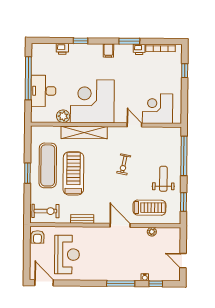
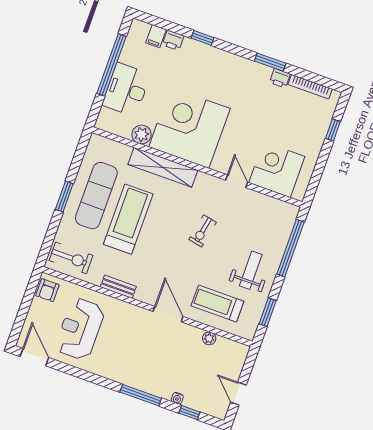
filing cabinet: (108, 51) -> (156, 36), moved
treadmill: (149, 208) -> (217, 304), turned 180
reception desk: (67, 255) -> (80, 329), turned 180

